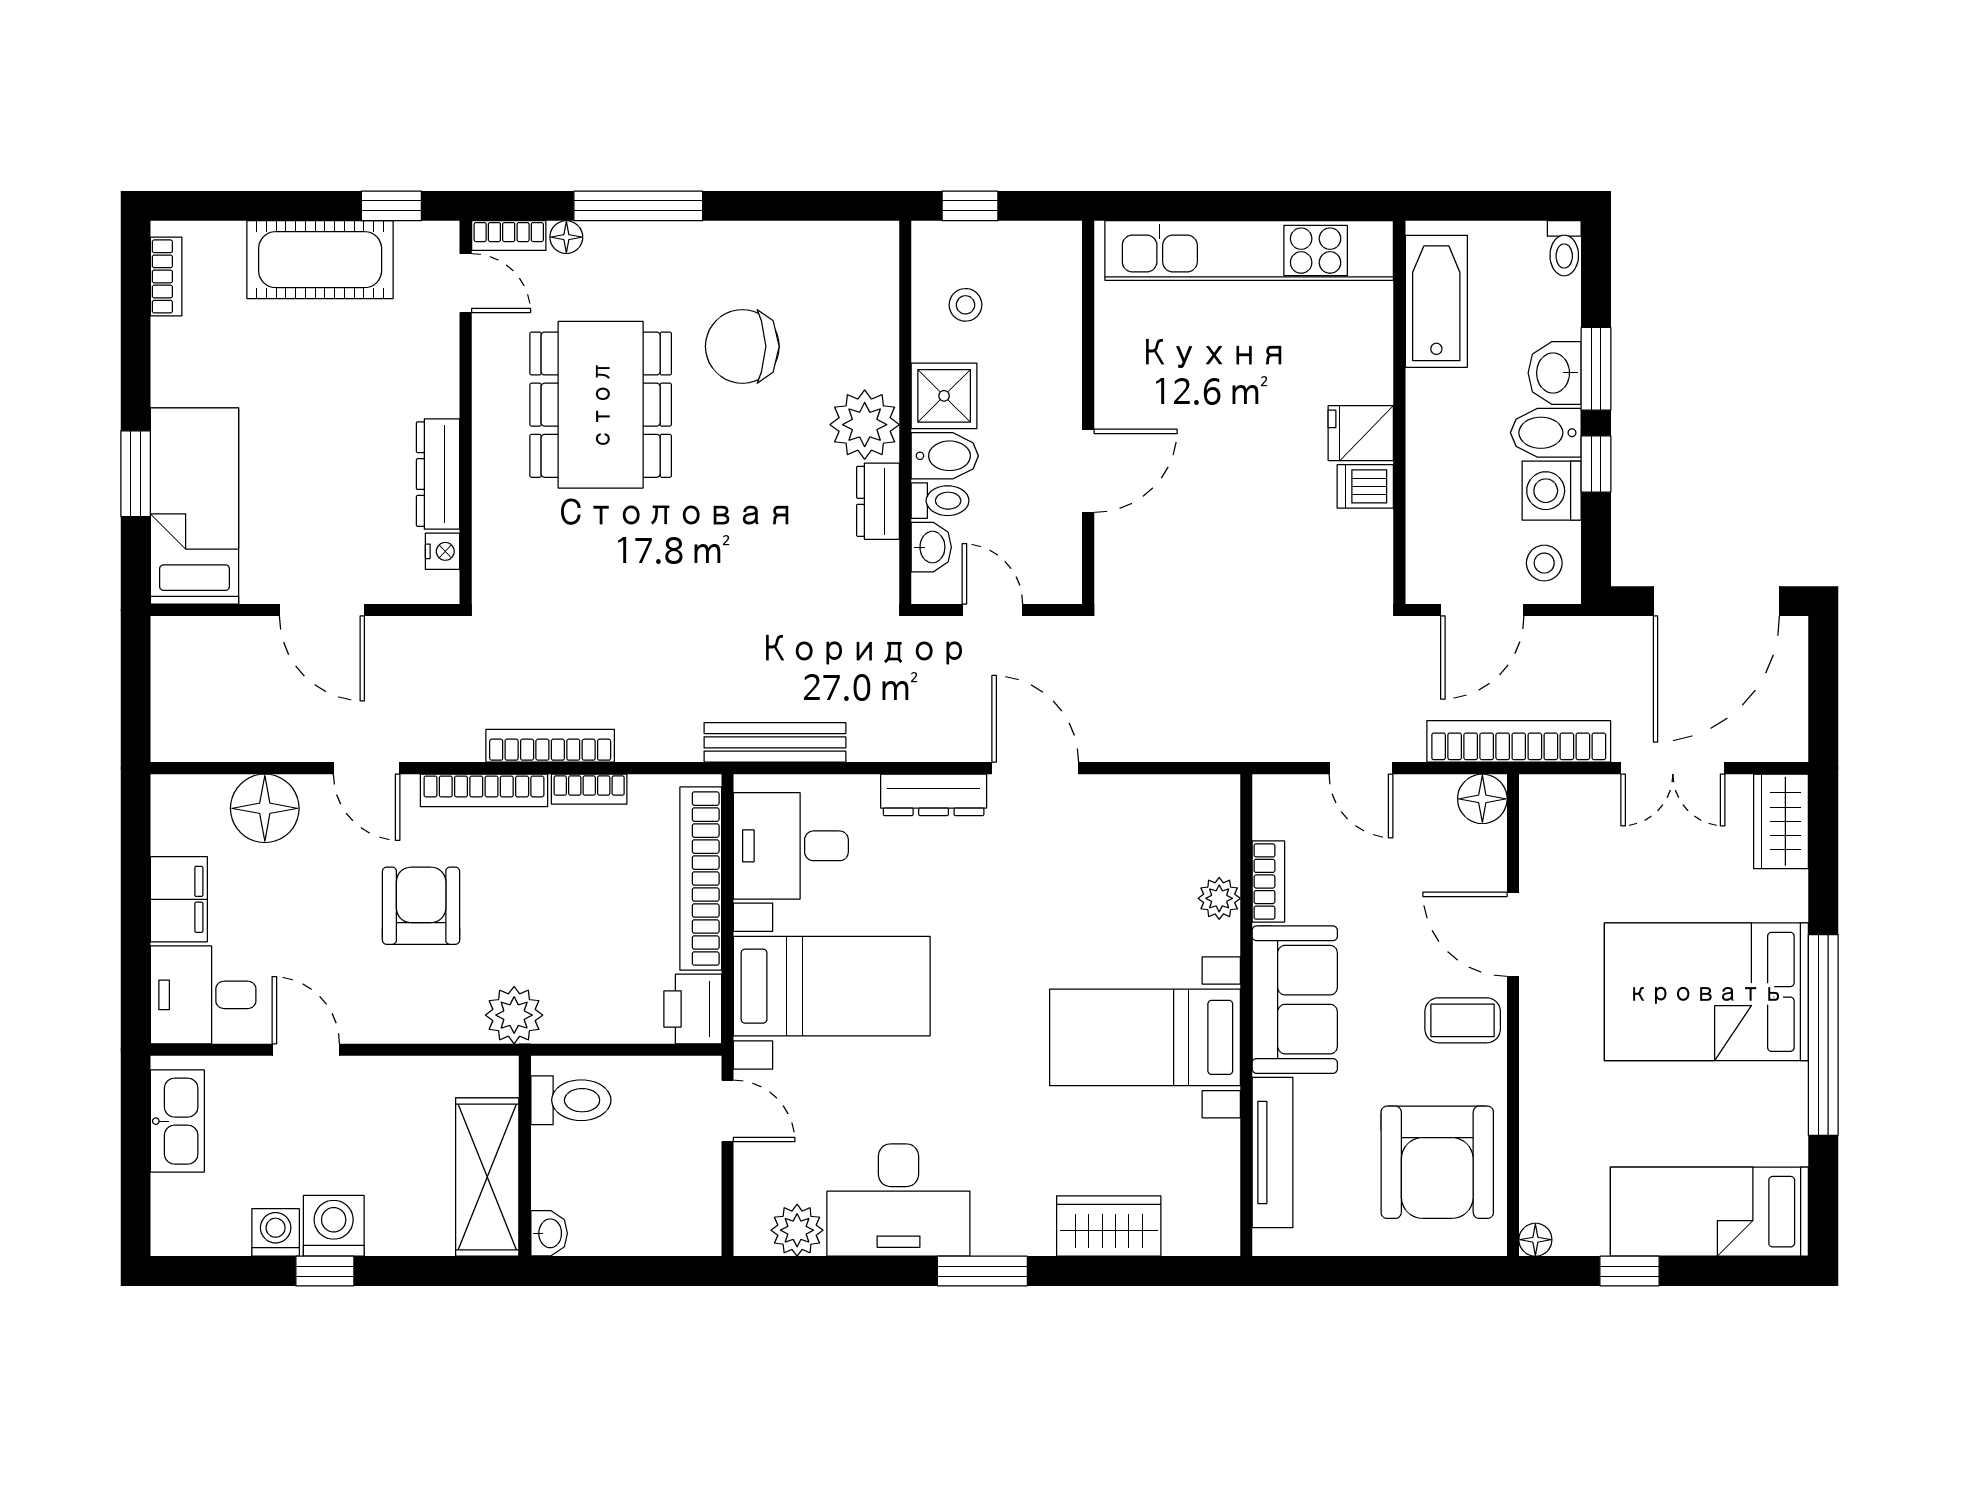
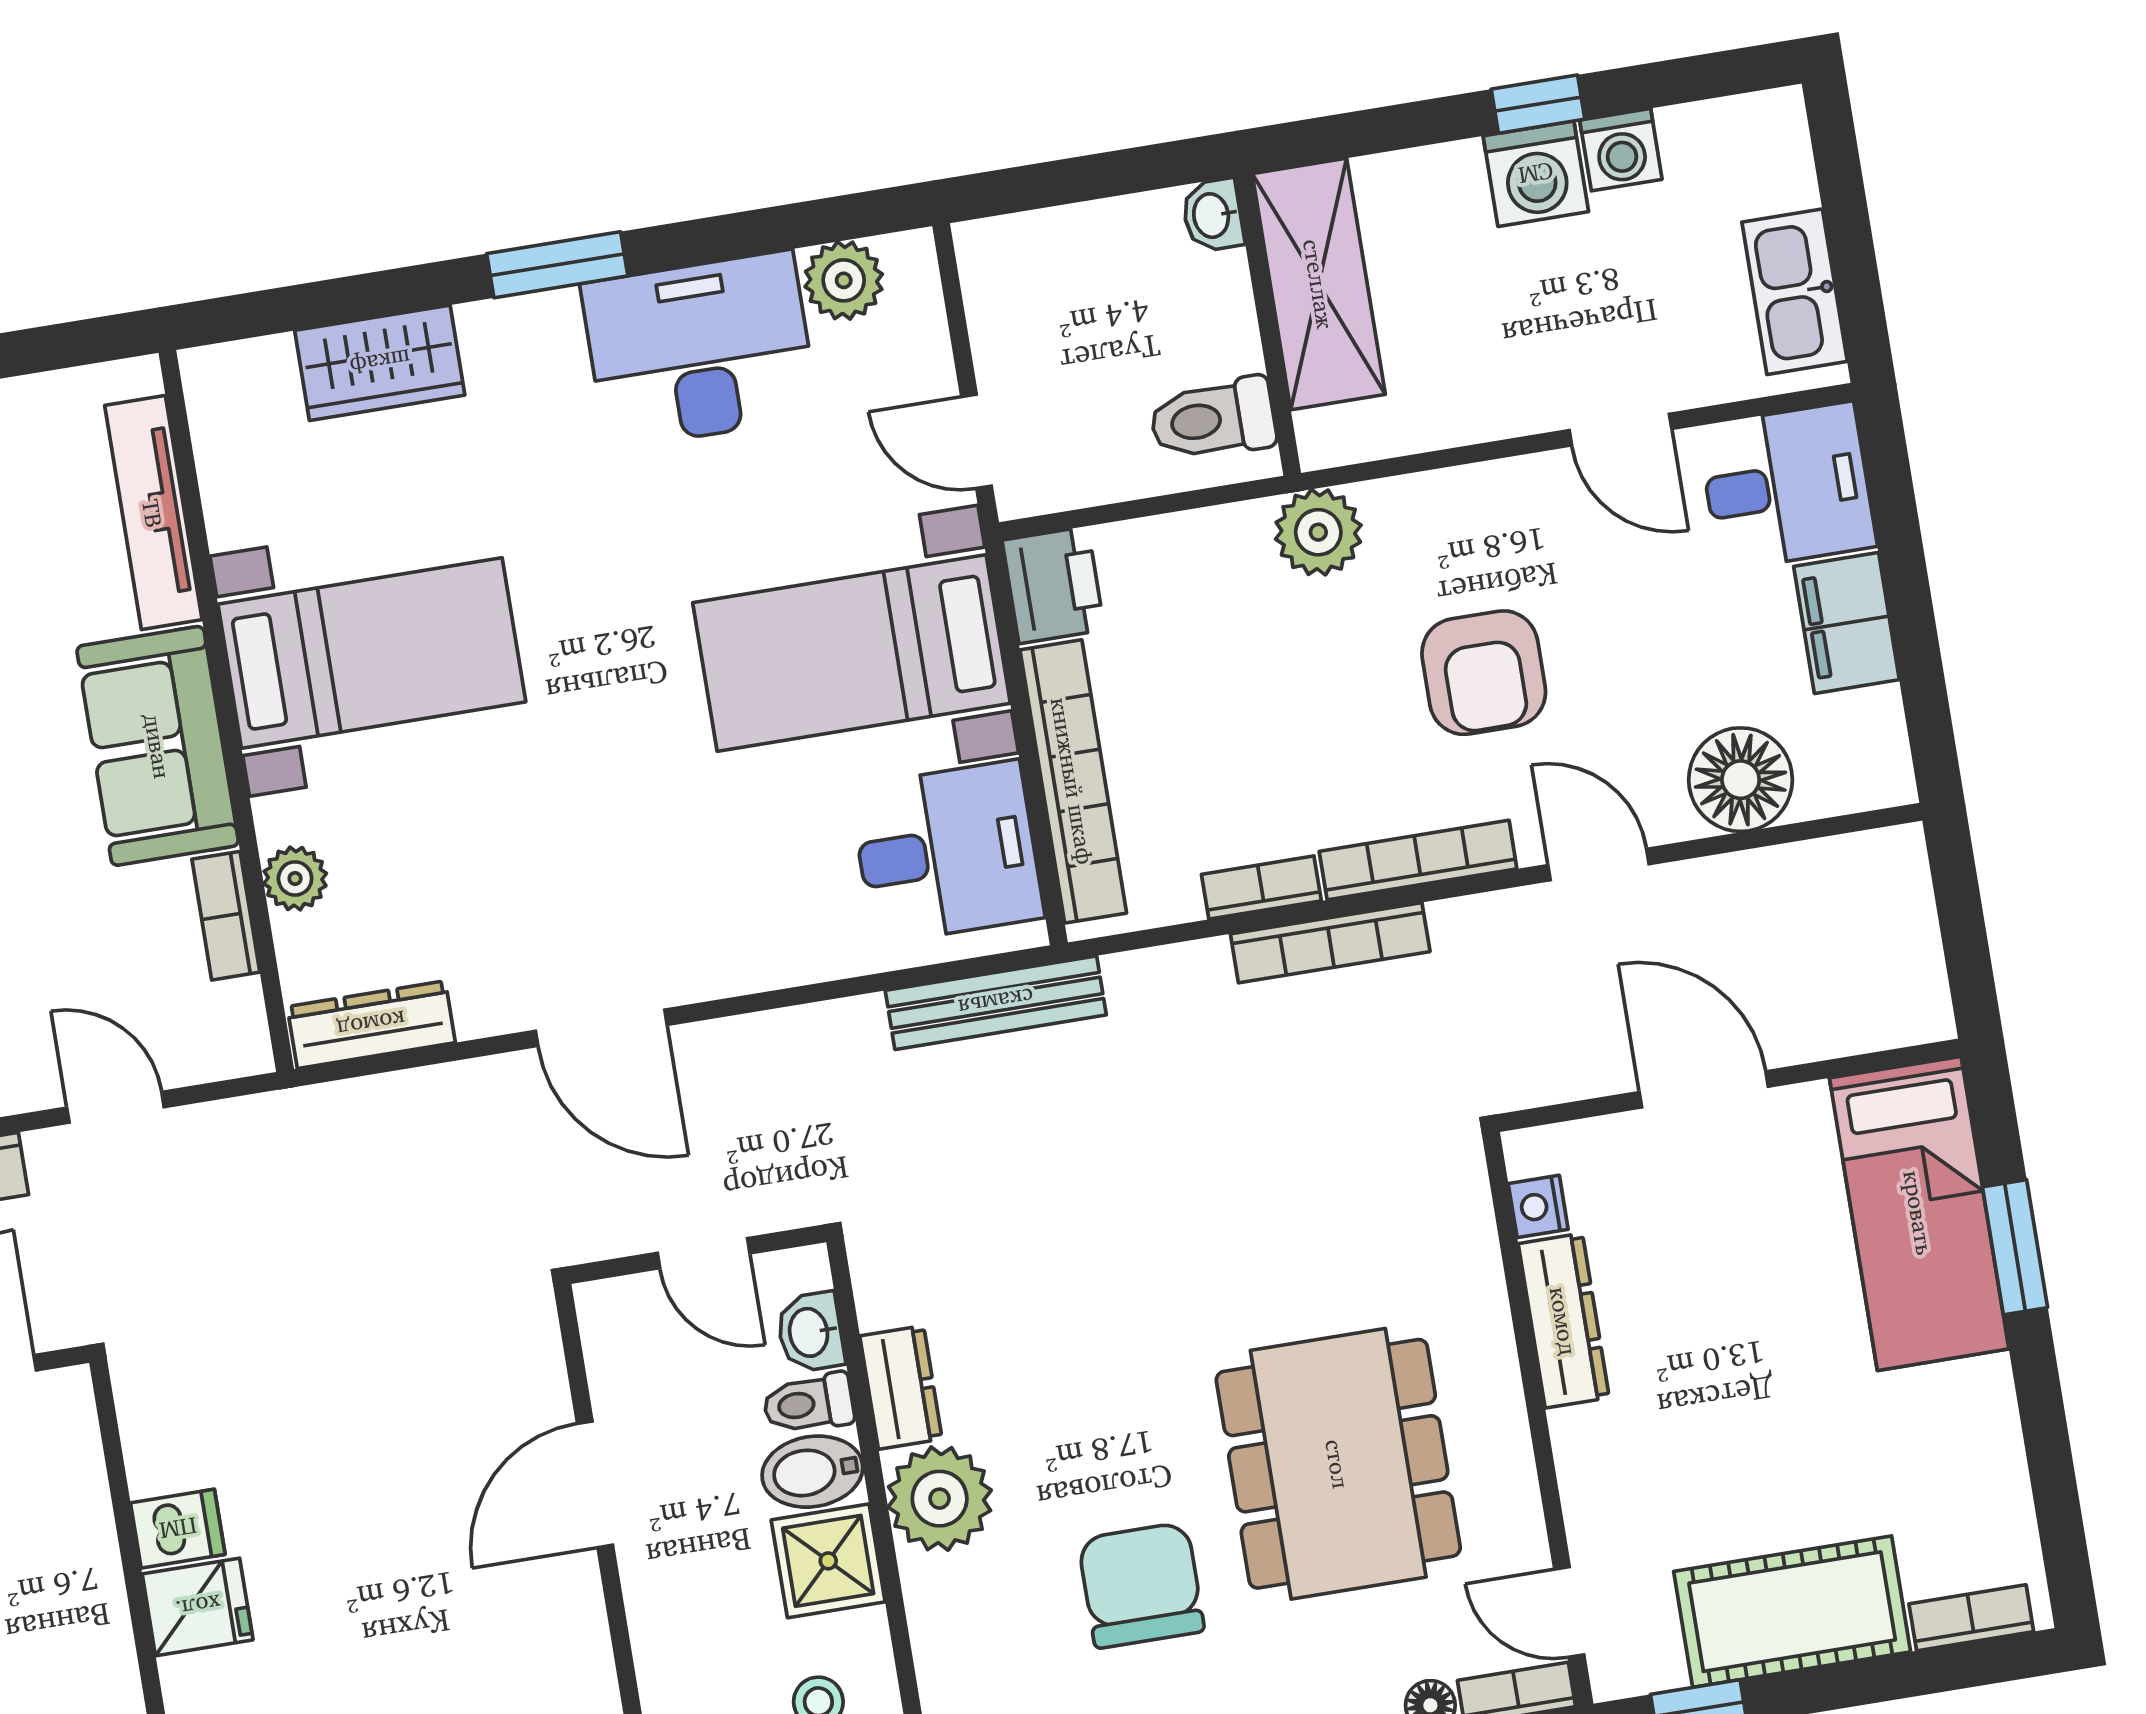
bookcase: (166, 276) -> (1971, 1618), moved, turned 90
chair: (742, 346) -> (1141, 1585), turned -90
dresser: (934, 795) -> (371, 1025), moved

